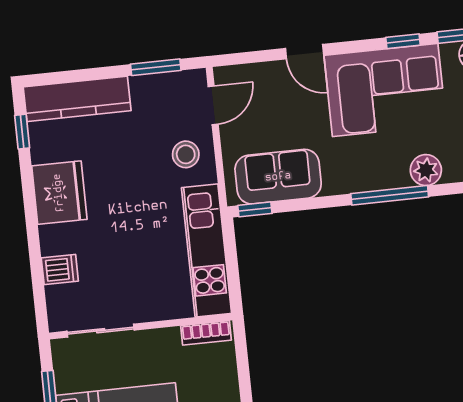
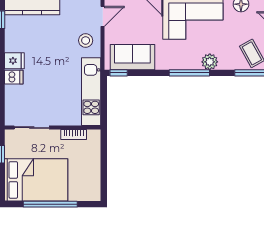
fridge: (59, 193) -> (14, 61), width x0.53, depth x0.75
dishwasher: (60, 270) -> (14, 77), moved
bookcase: (206, 333) -> (74, 134), moved

